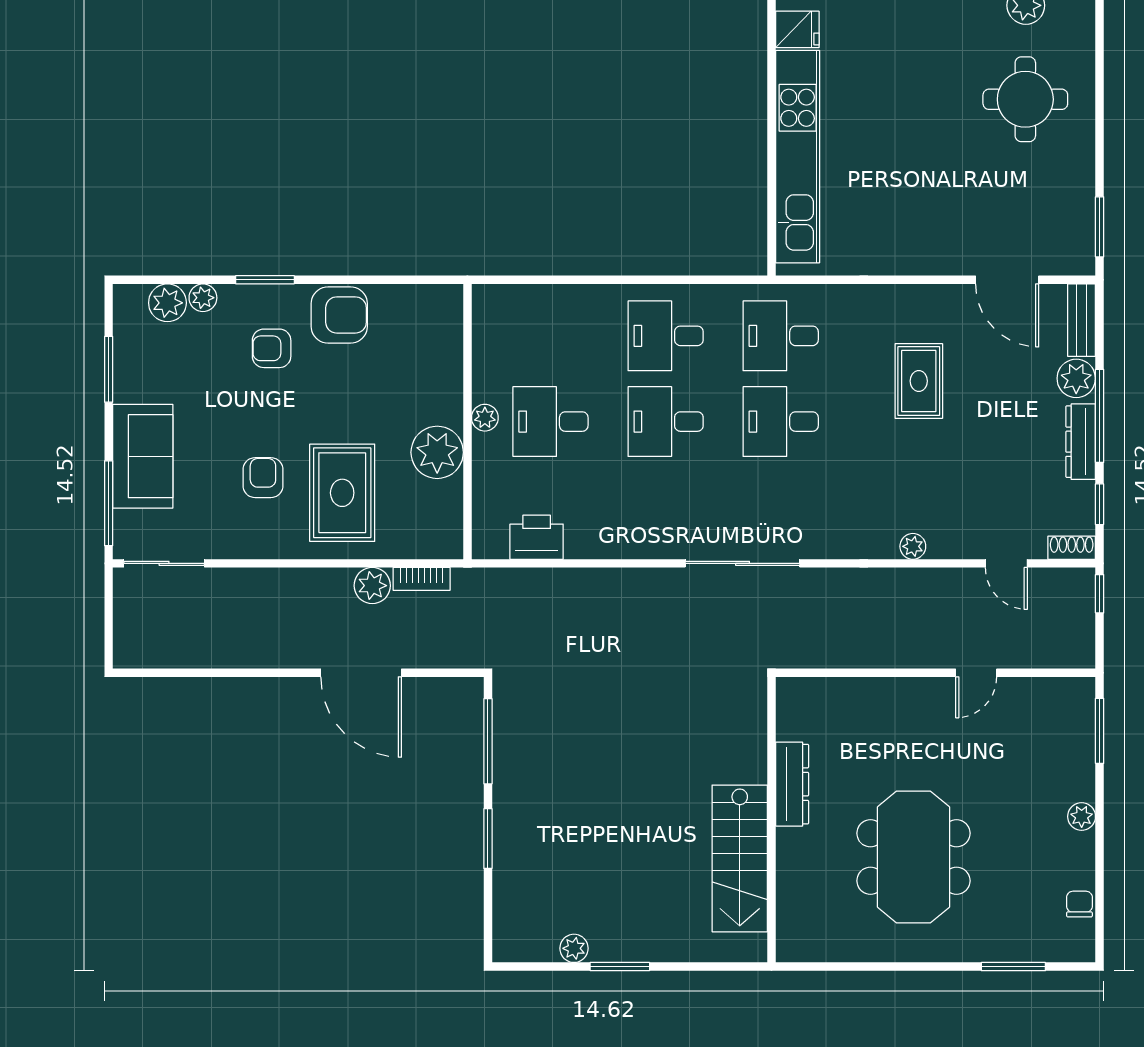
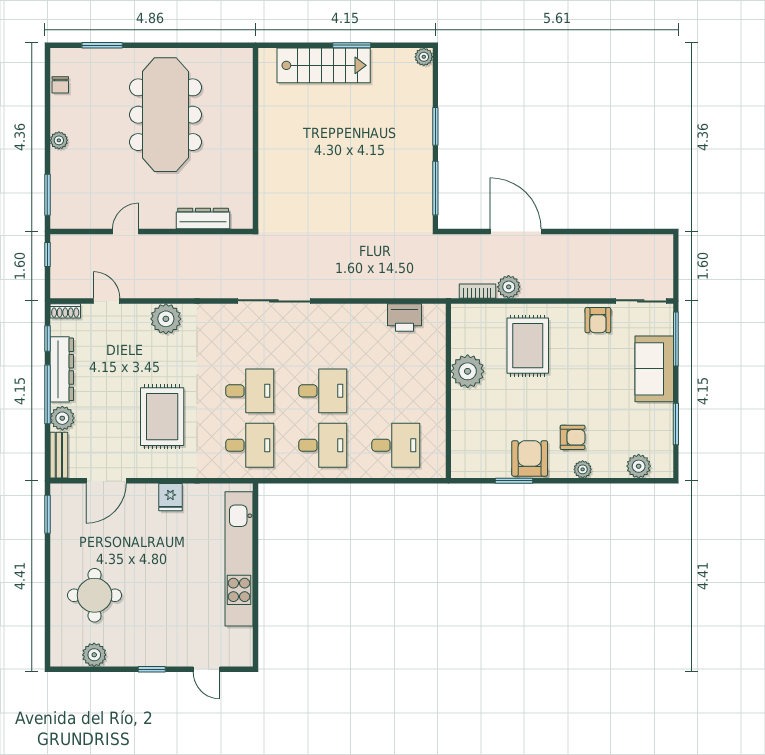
fridge: (797, 29) -> (170, 497), moved, turned -90
window: (265, 280) -> (514, 481), moved
door: (1007, 280) -> (106, 481), swing flipped
plant: (203, 298) -> (583, 469), moved
armchair: (339, 315) -> (530, 458), turned 90
rug: (919, 381) -> (162, 417), width x1.36, depth x1.43
plant: (485, 418) -> (437, 393), removed
desk: (550, 422) -> (396, 445), moved
dresser: (1081, 442) -> (62, 369), width x1.37, depth x1.24
armchair: (263, 478) -> (598, 320), moved
plant: (913, 546) -> (166, 319), width x1.87, depth x1.87
window: (1100, 594) -> (47, 255), moved
dresser: (792, 784) -> (203, 219), moved, turned 90
meeting table: (913, 857) -> (165, 115), width x1.36
stairs: (740, 858) -> (324, 65), moved, turned 90
plant: (574, 948) -> (424, 57), moved

